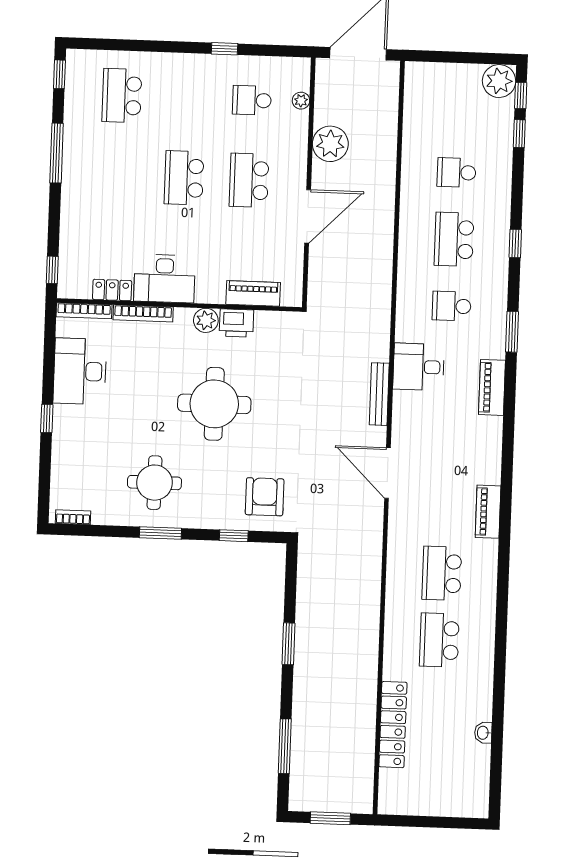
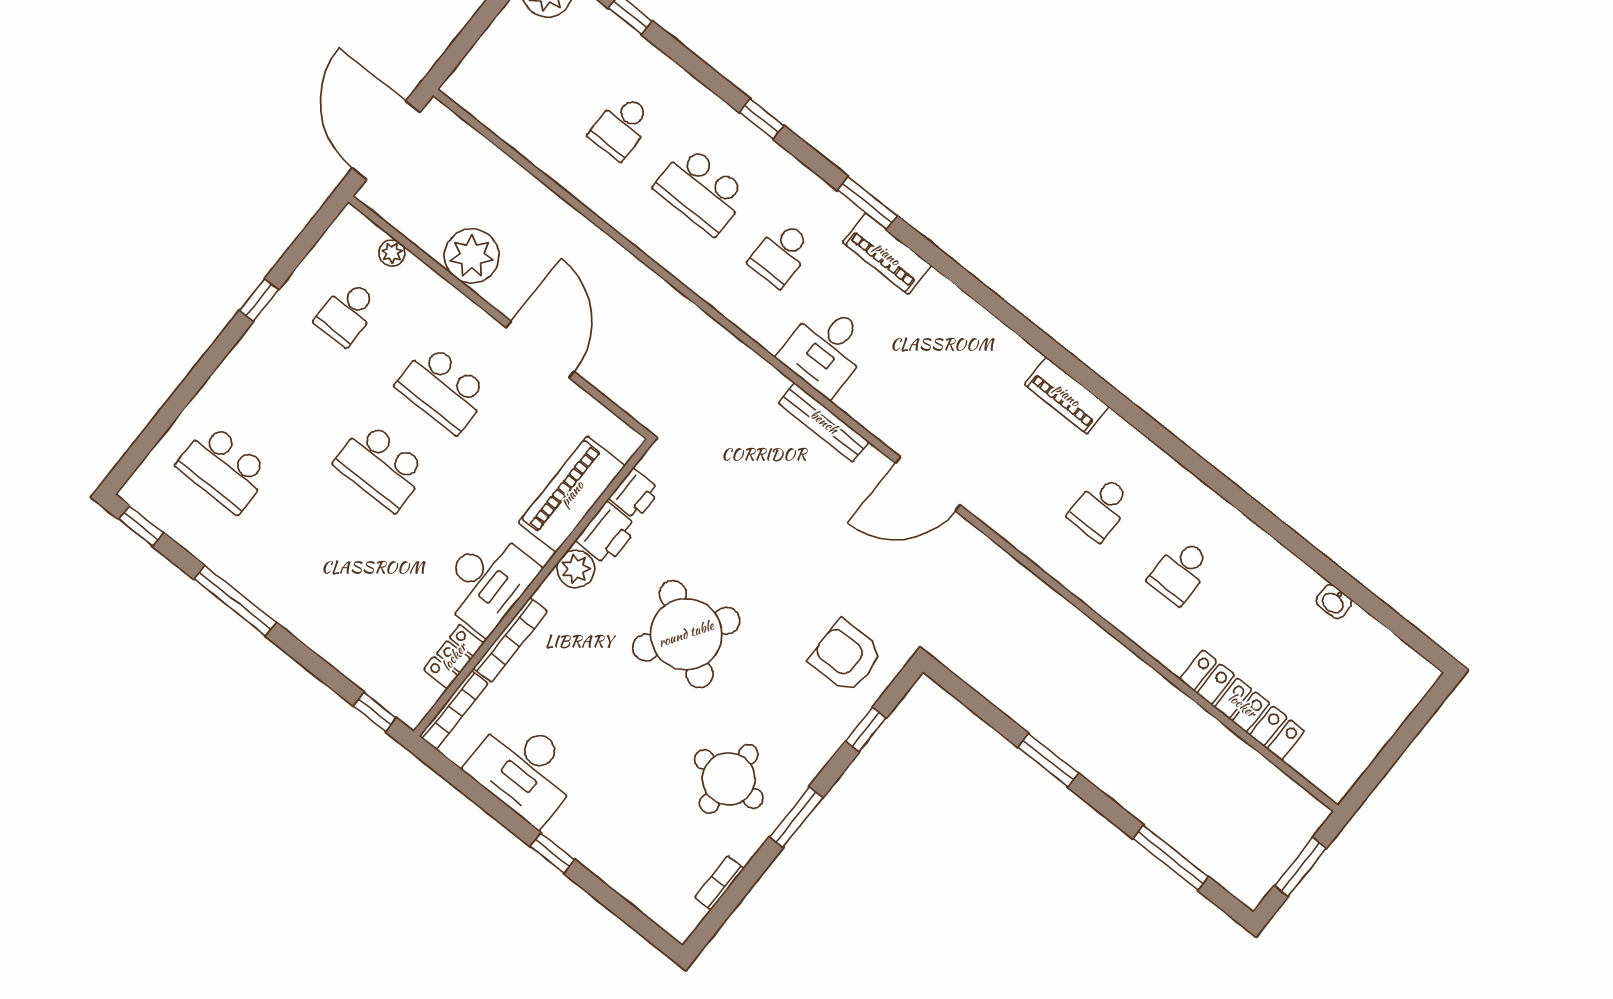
piano: (253, 293) -> (572, 494), width x1.37, depth x1.33
printer: (268, 322) -> (635, 494), added
piano: (492, 387) -> (887, 254), moved
round table: (214, 404) -> (686, 634), turned 33
bookcase: (73, 517) -> (719, 883), moved
school desk: (442, 573) -> (1100, 508), width x0.54
school desk: (439, 640) -> (1180, 572), width x0.54

